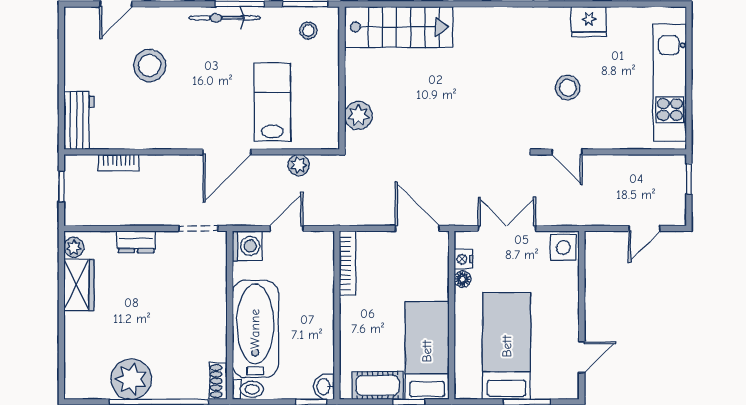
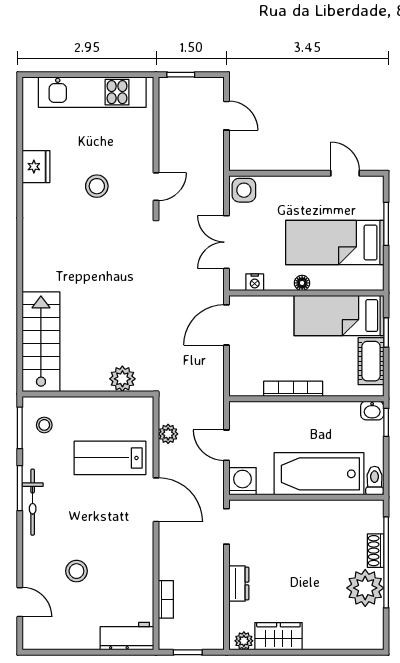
stool: (150, 66) -> (76, 571), width x0.73, depth x0.73
bookcase: (348, 263) -> (293, 389), moved
floor lamp: (463, 279) -> (302, 283), moved
shoe rack: (218, 381) -> (376, 551), moved, turned 90

